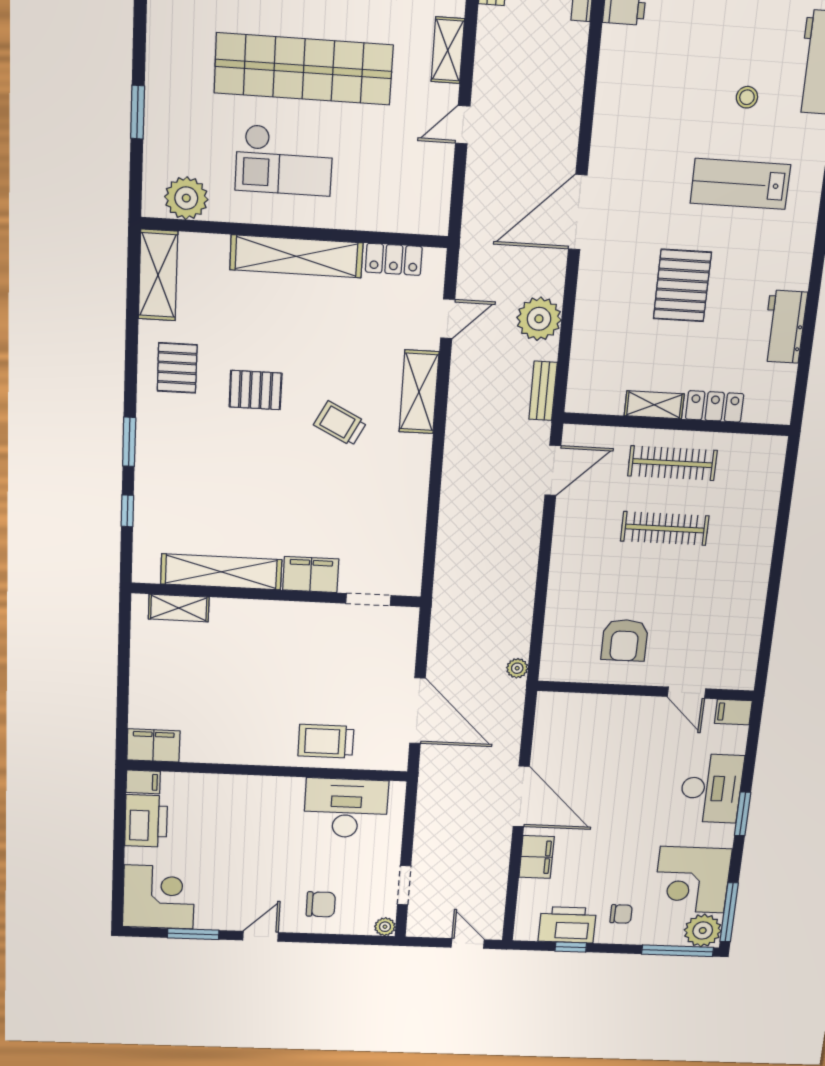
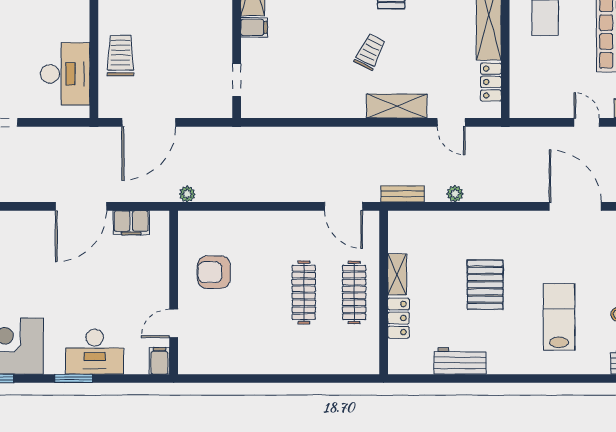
door: (578, 212) -> (575, 206), moved
pallet: (682, 286) -> (485, 285), turned 90
plant: (539, 319) -> (455, 194), width x0.53, depth x0.53
filing cabinet: (311, 574) -> (254, 27), width x0.50
filing cabinet: (537, 857) -> (131, 223), moved

